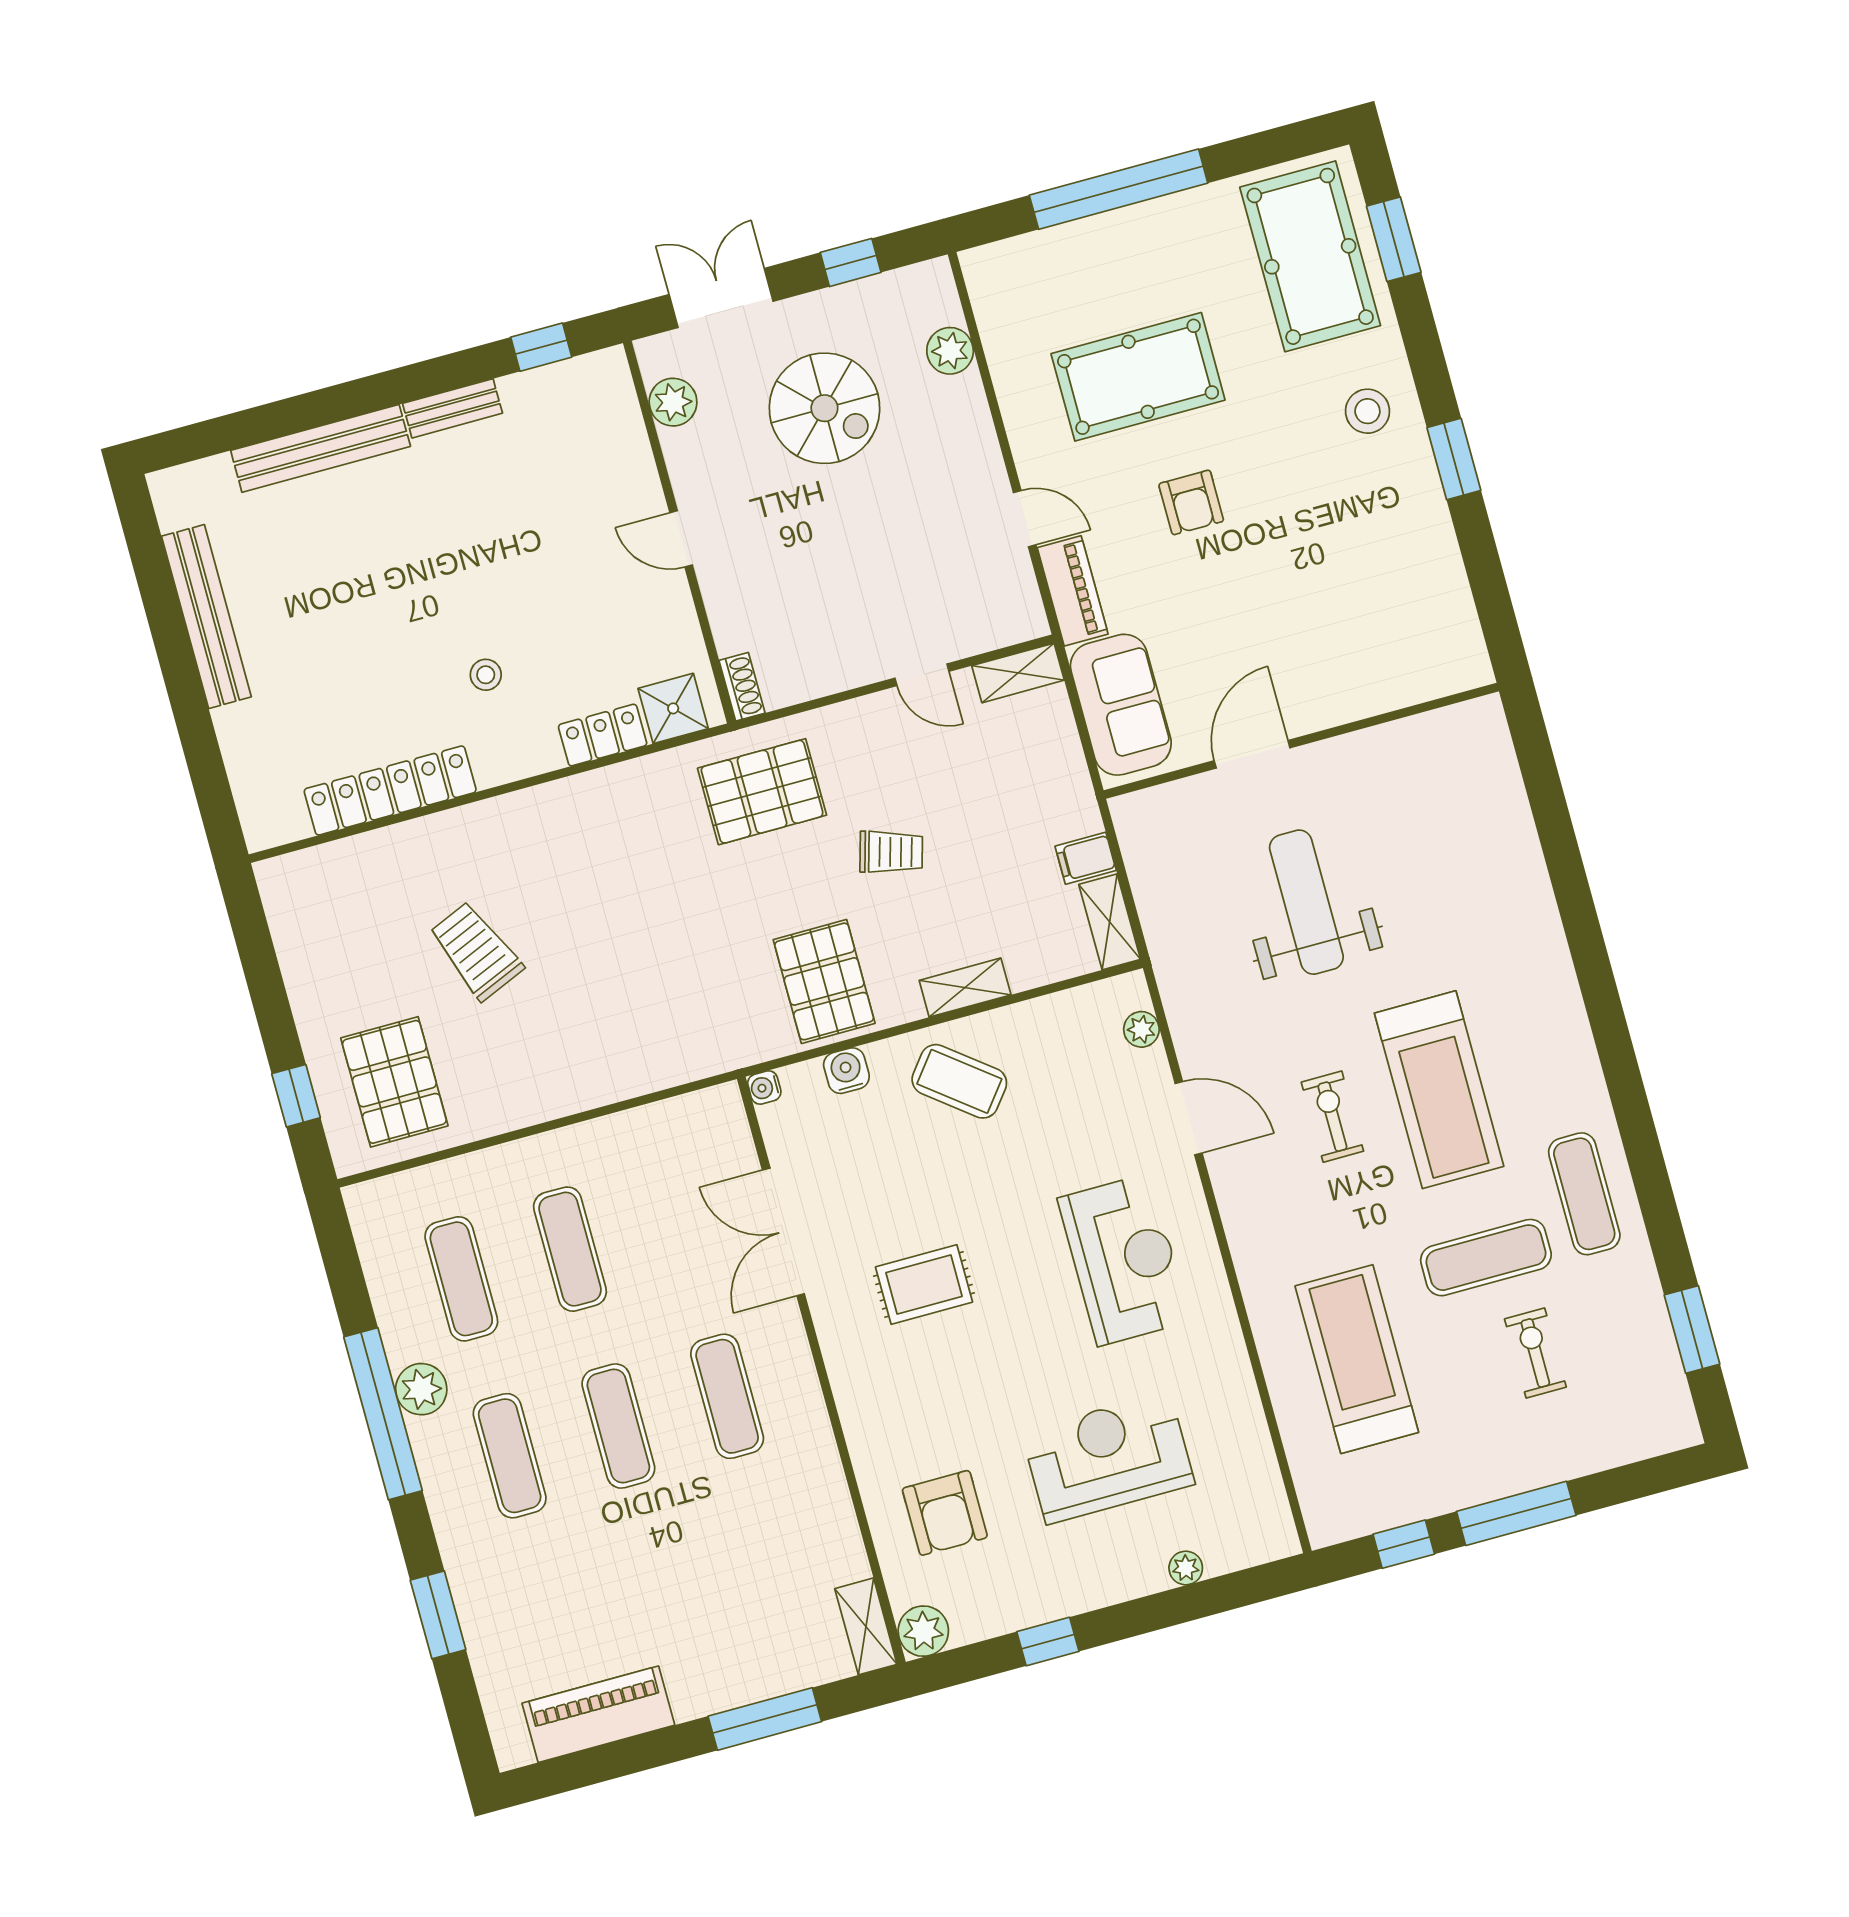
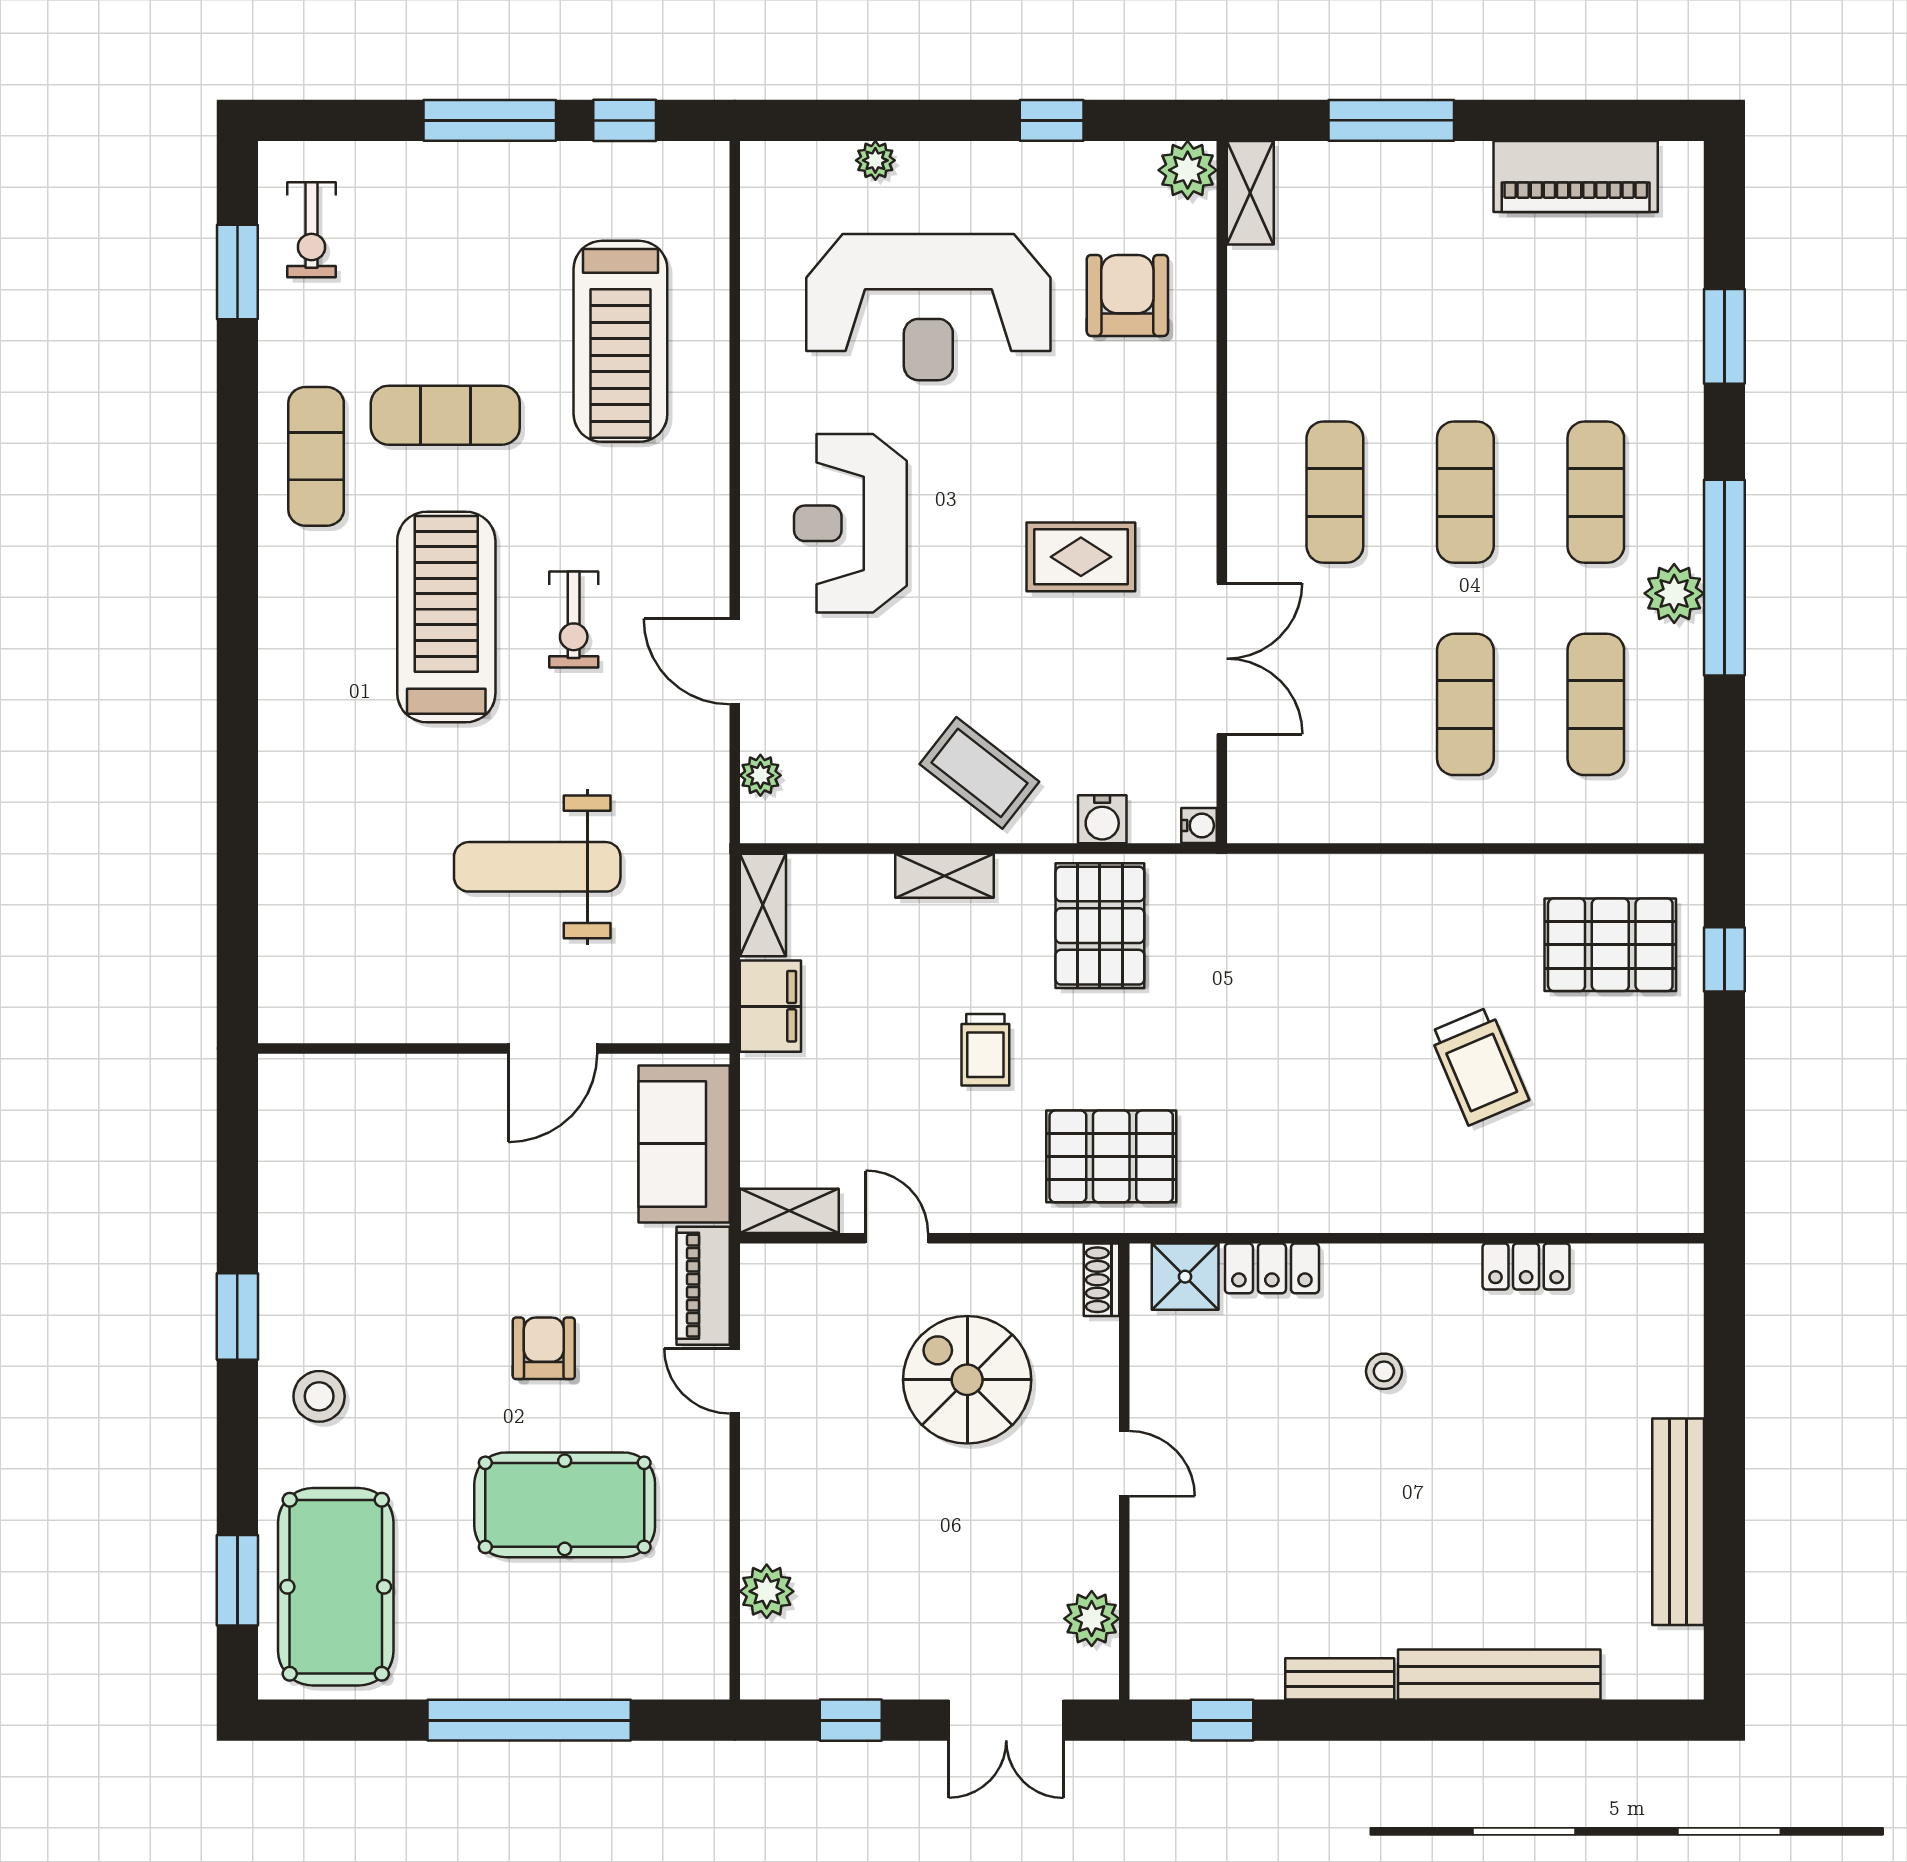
spiral stairs: (824, 408) -> (967, 1380), moved
locker: (390, 791) -> (1526, 1267), width x0.46, depth x0.83
trolley: (891, 852) -> (985, 1050), turned -106
filing cabinet: (1086, 858) -> (770, 1006), width x2.00
weight bench: (1306, 902) -> (537, 867), turned 90
pallet: (394, 1082) -> (1610, 945), turned 90
exercise bike: (1535, 1353) -> (311, 230), moved
reception desk: (1108, 1458) -> (928, 307), width x1.36, depth x1.30

